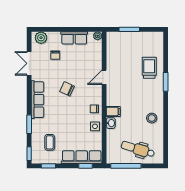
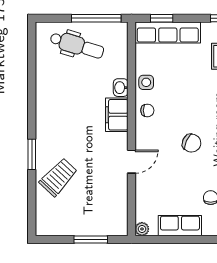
trolley: (149, 68) -> (58, 177), turned -137
filing cabinet: (113, 111) -> (117, 115), width x2.00
stool: (152, 118) -> (54, 96), removed

